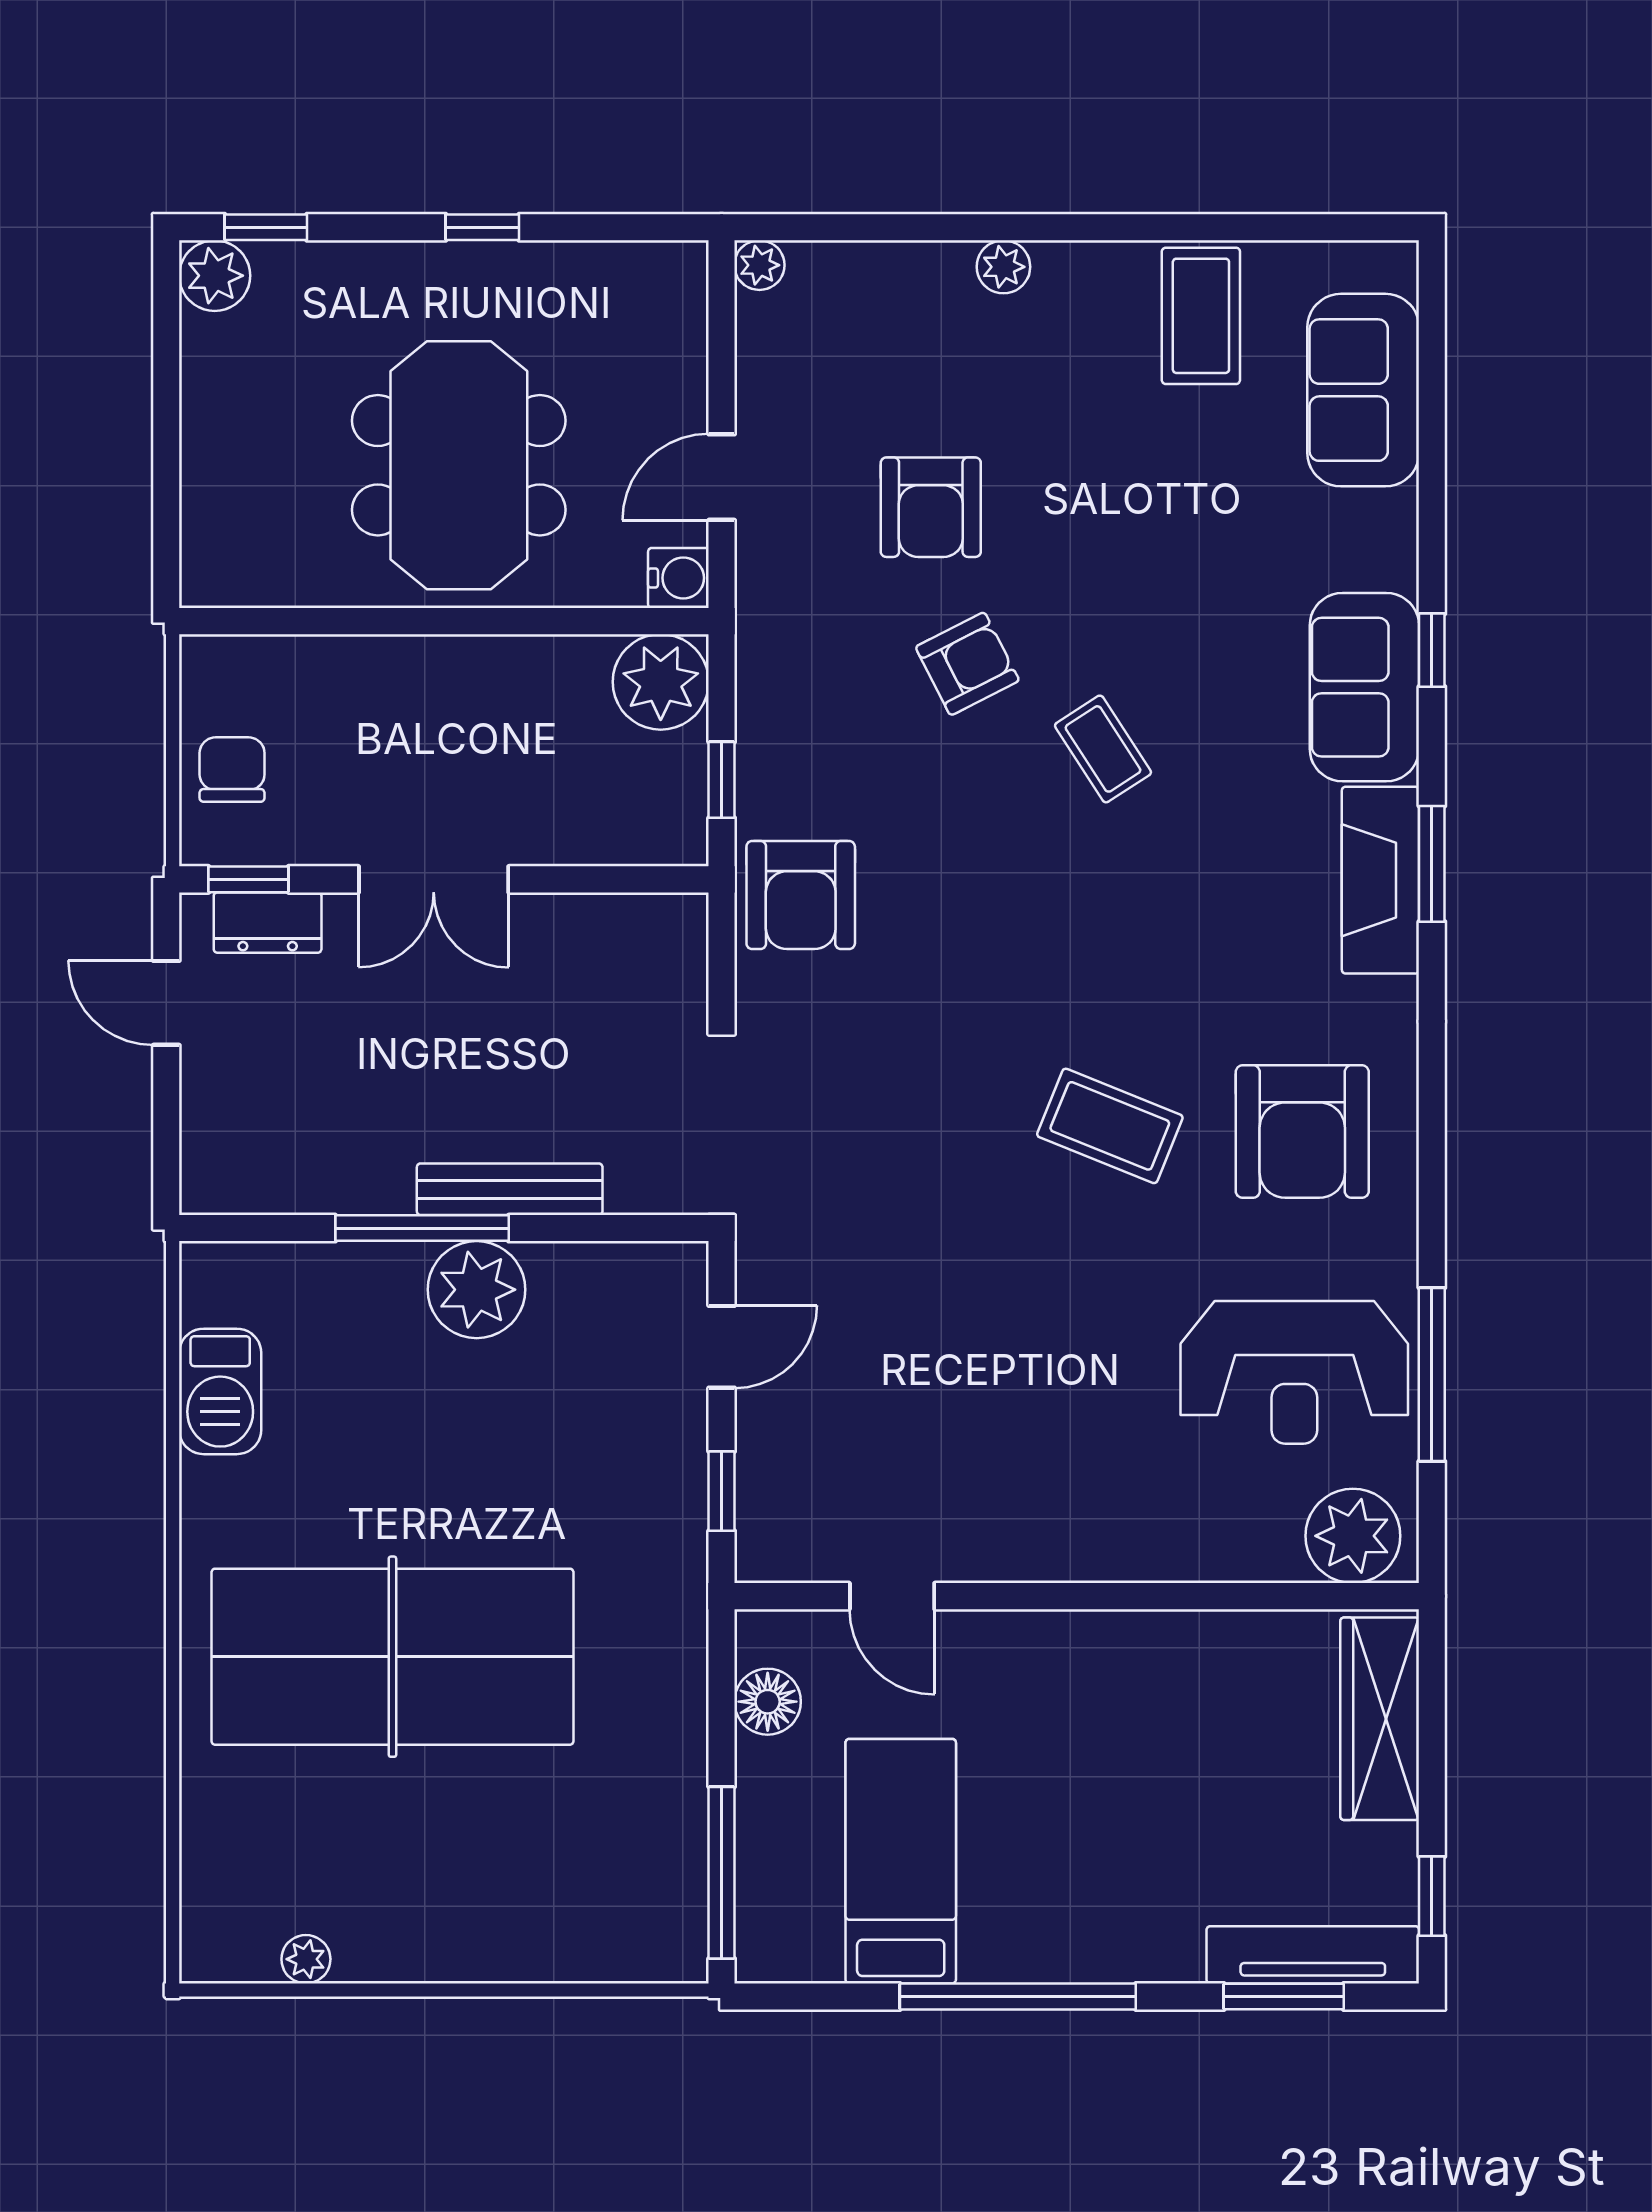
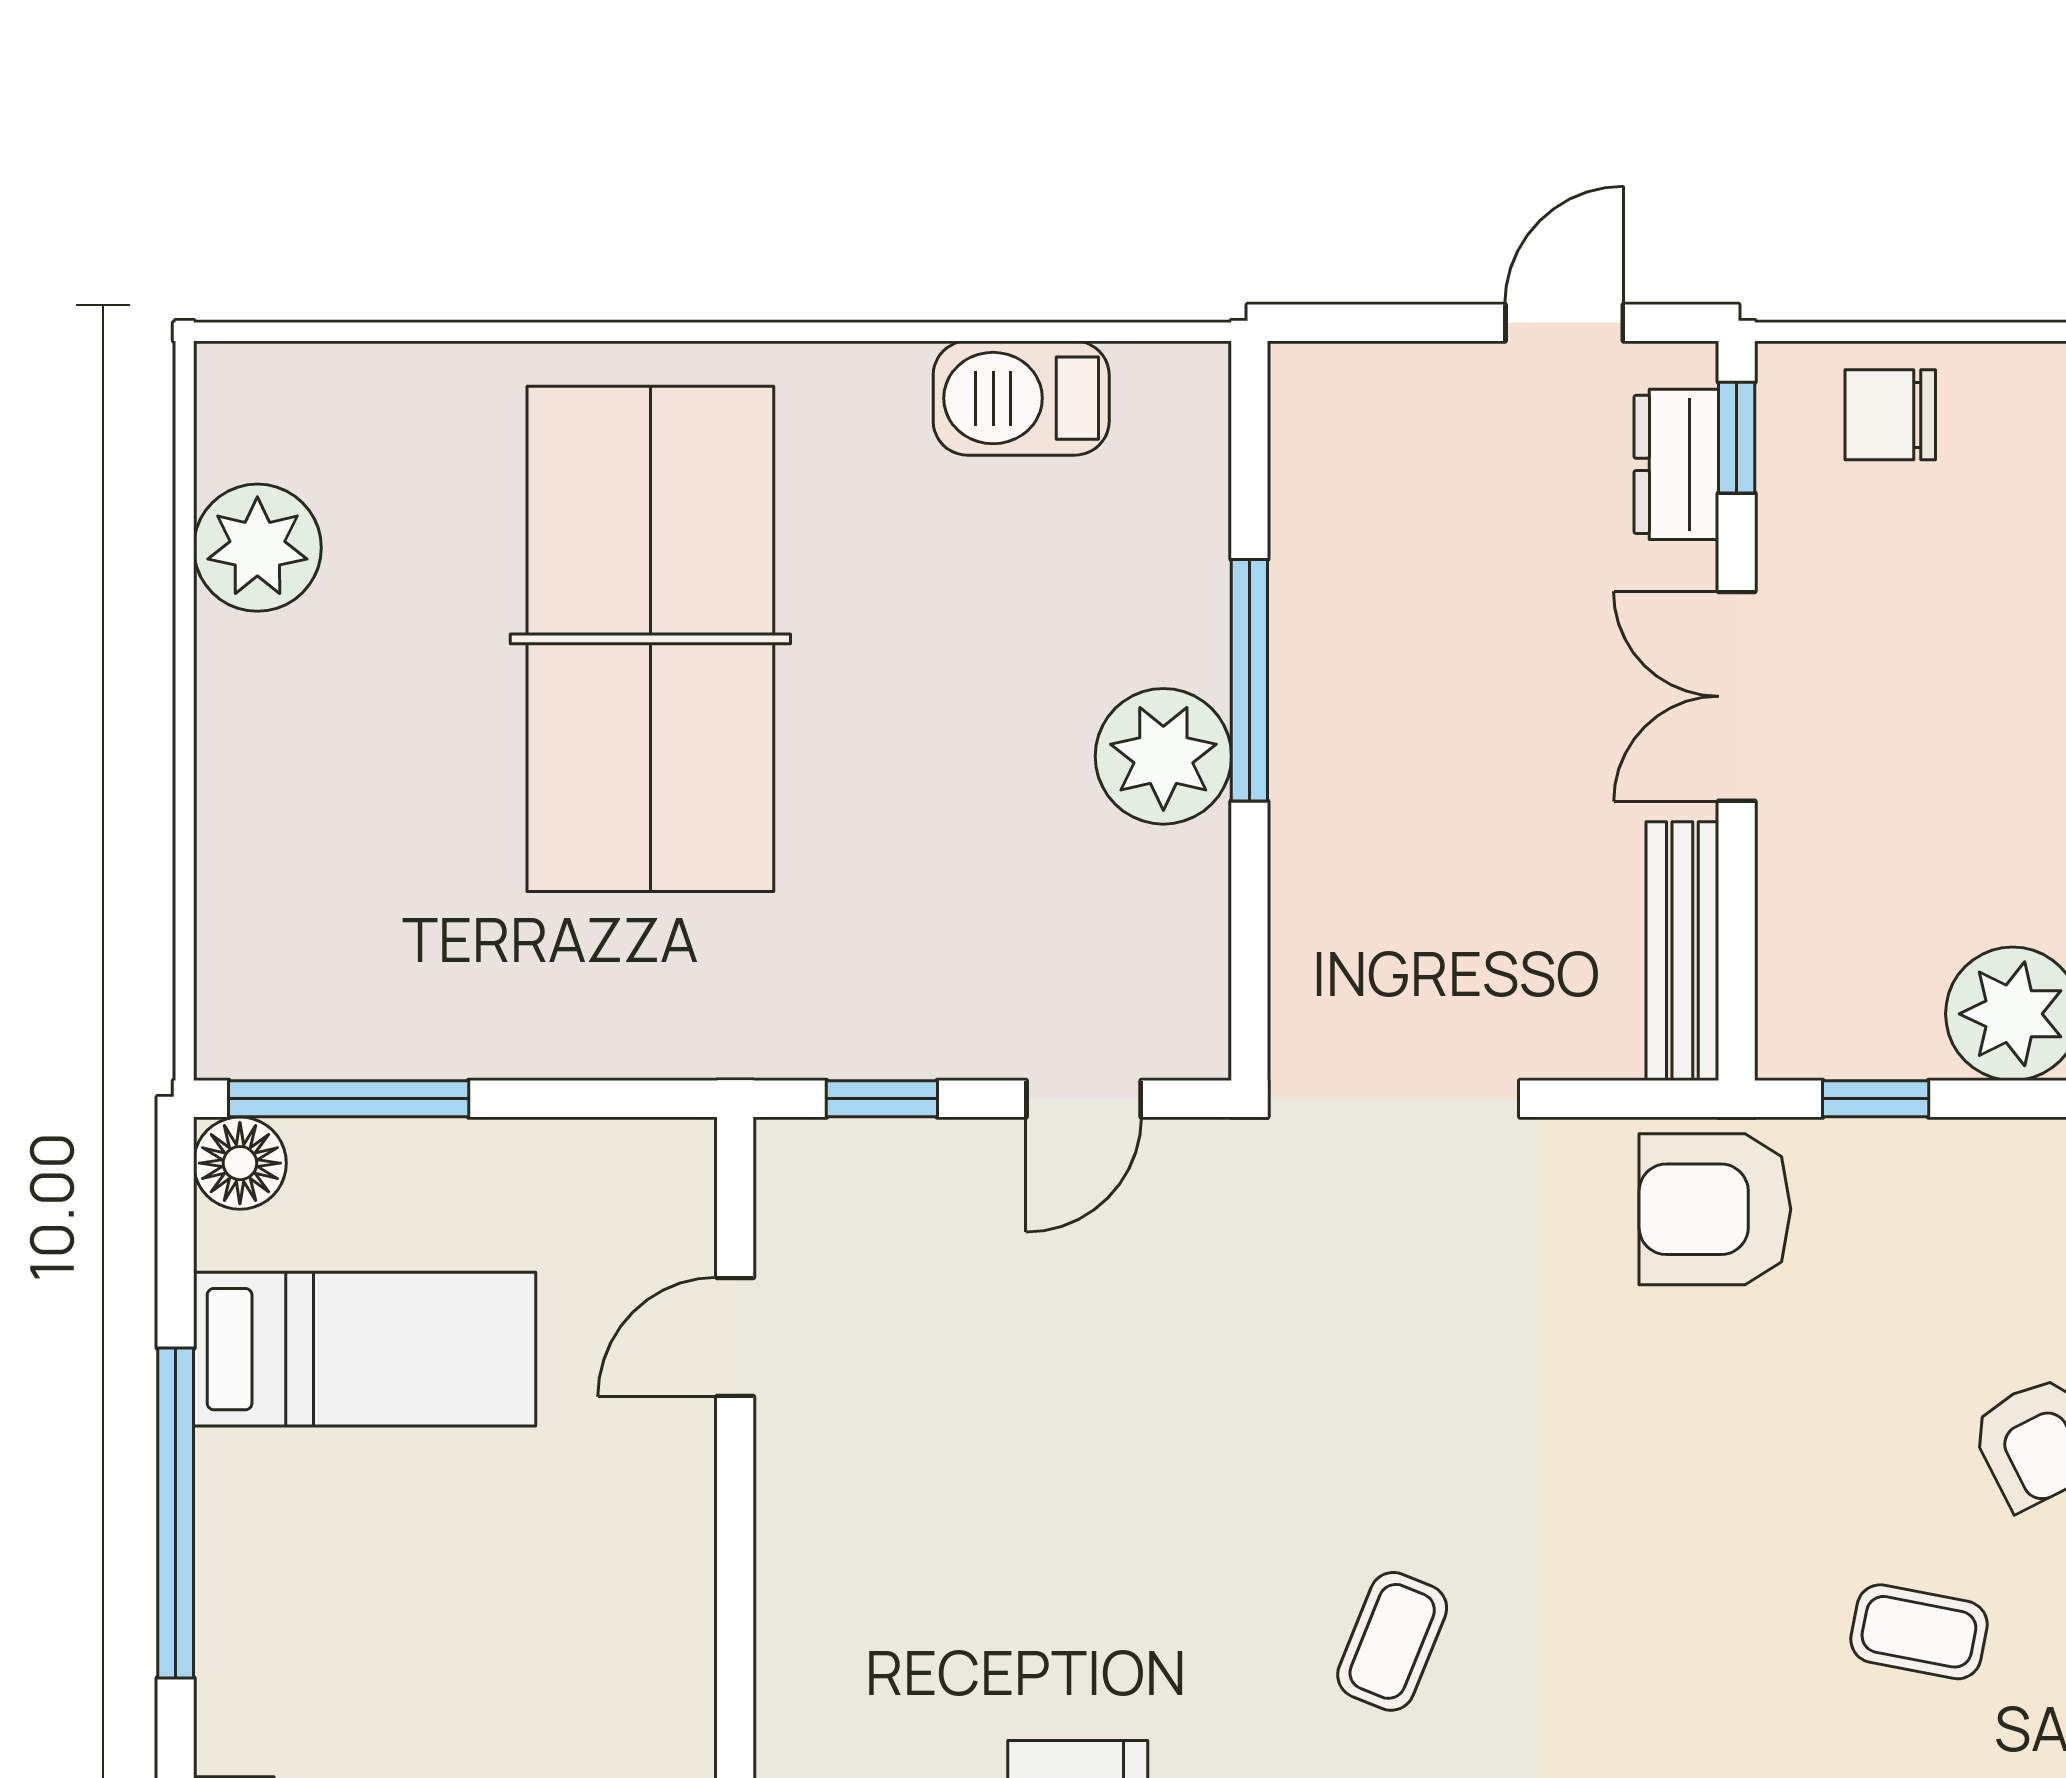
coffee table: (1103, 749) -> (1919, 1632), turned 44
chair: (232, 770) -> (1890, 415), turned 180
coffee table: (1110, 1126) -> (1392, 1641), width x0.73, depth x0.77
bench: (510, 1189) -> (1682, 951), moved
door: (722, 1347) -> (1084, 1099), hinge flipped
floor lamp: (768, 1702) -> (240, 1163), moved
plant: (306, 1959) -> (257, 548), width x1.88, depth x1.88

